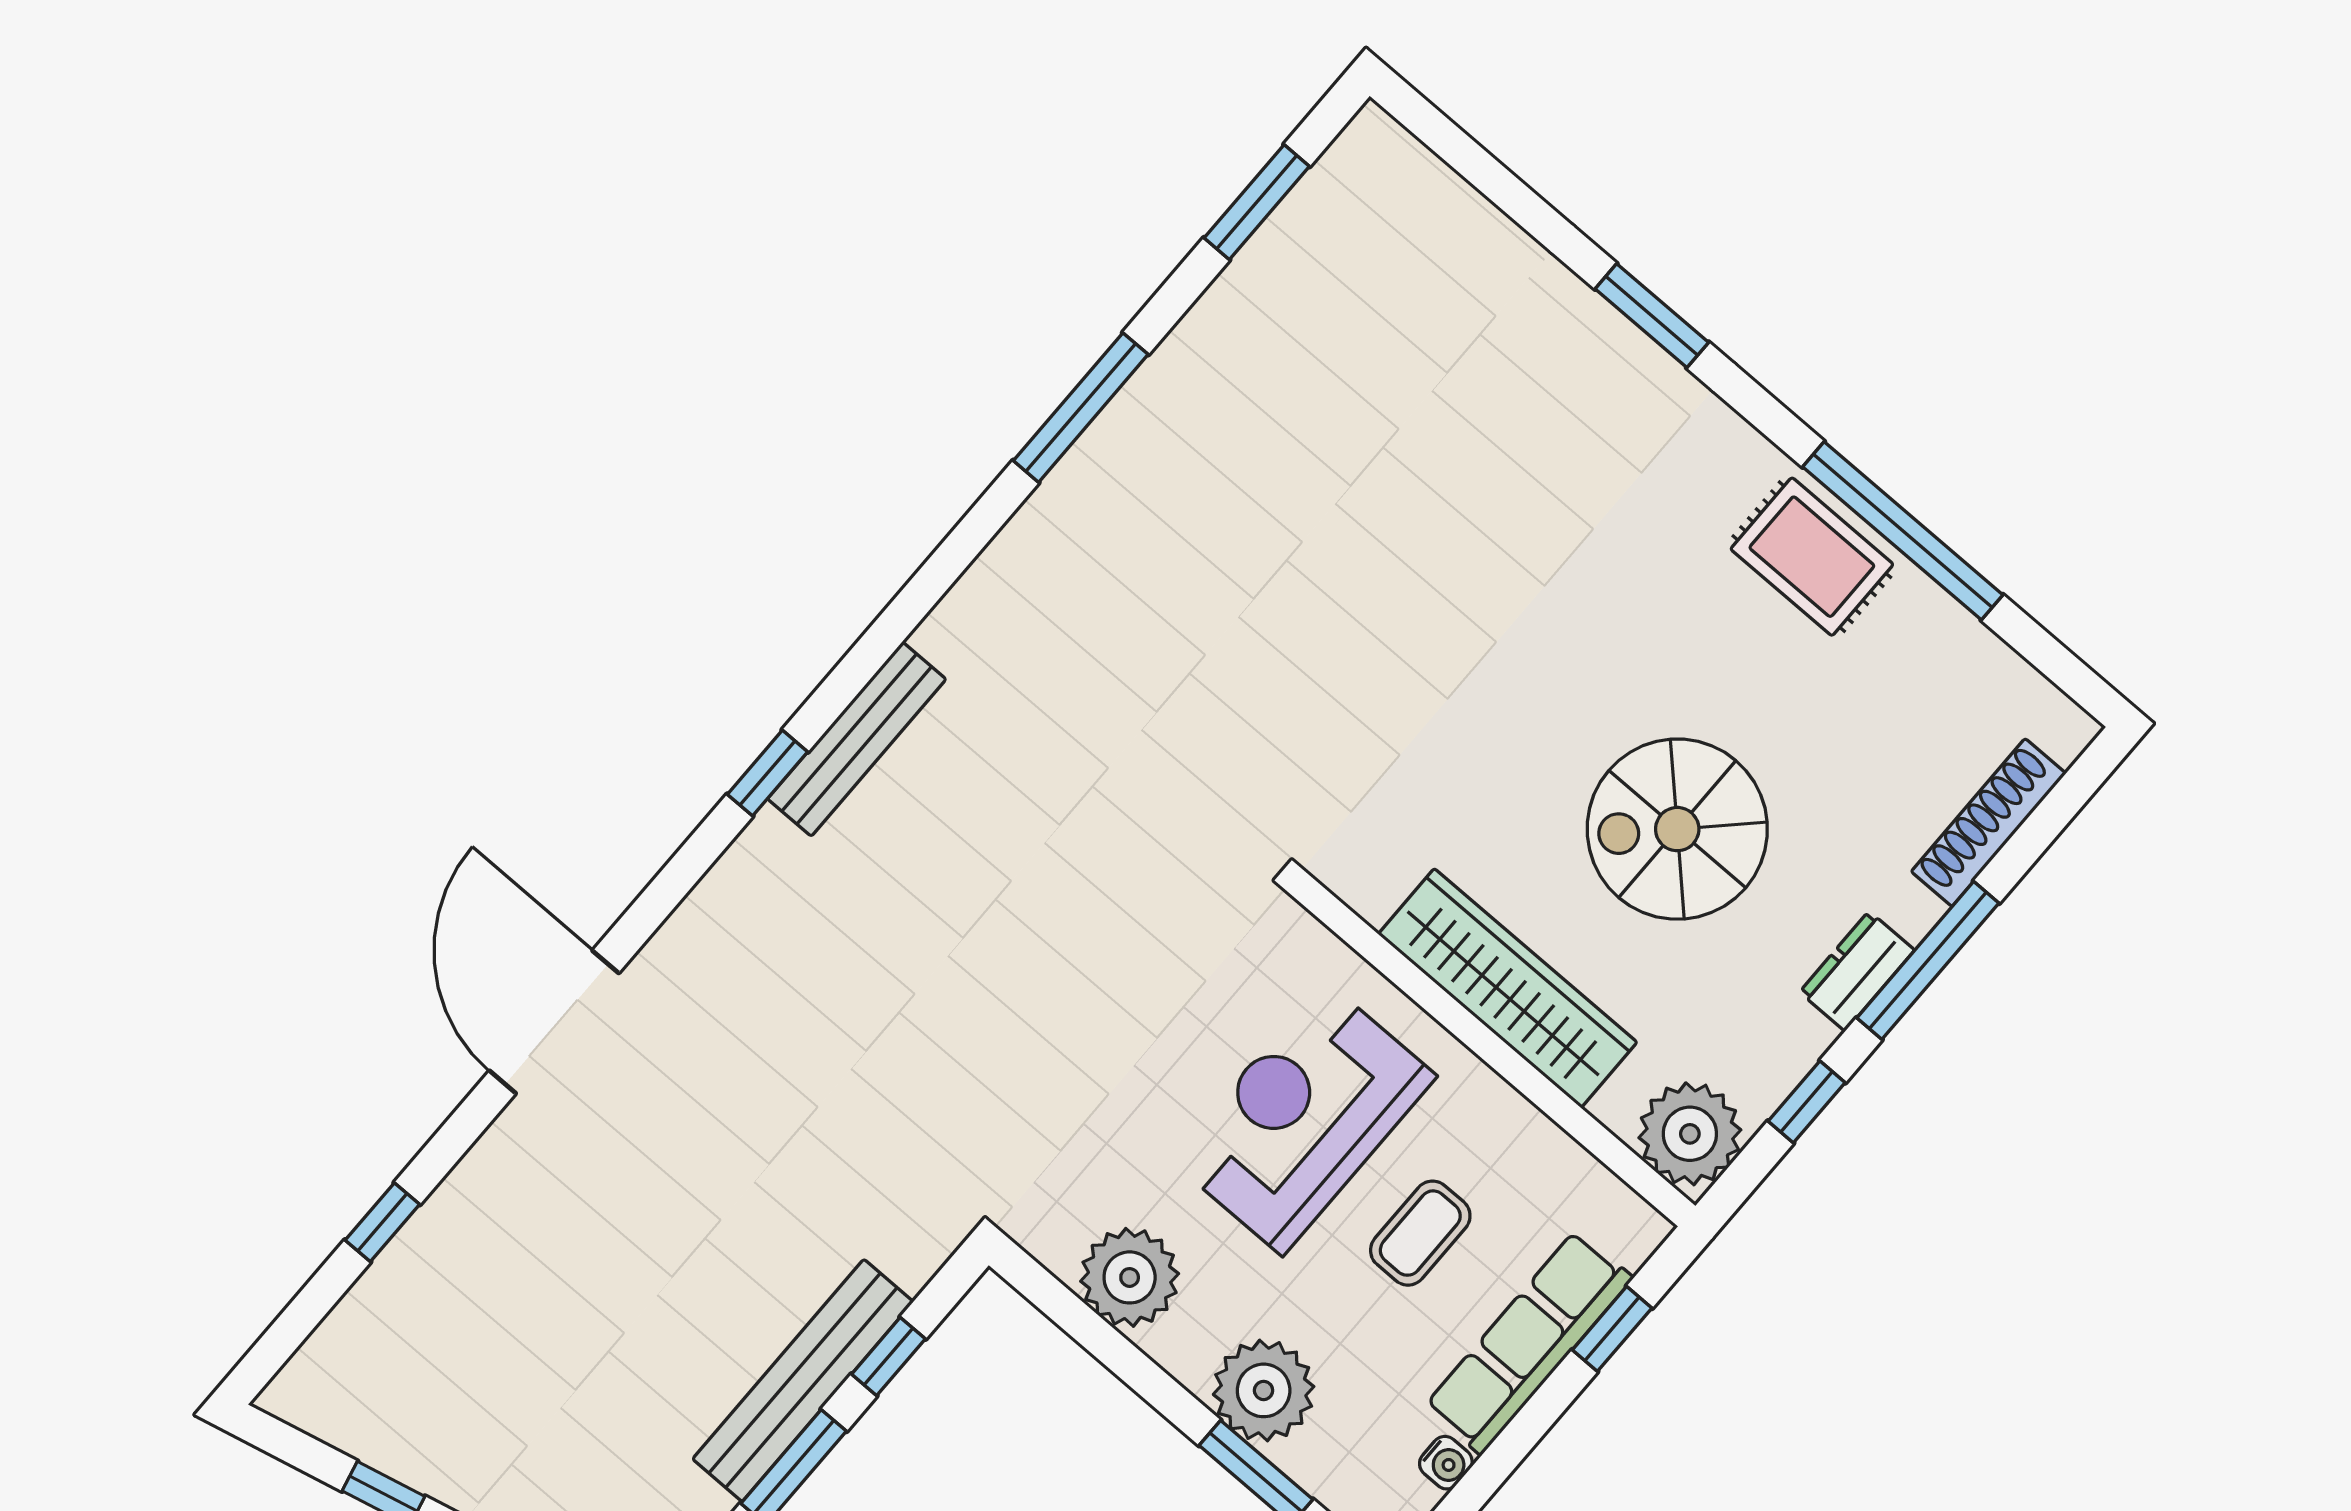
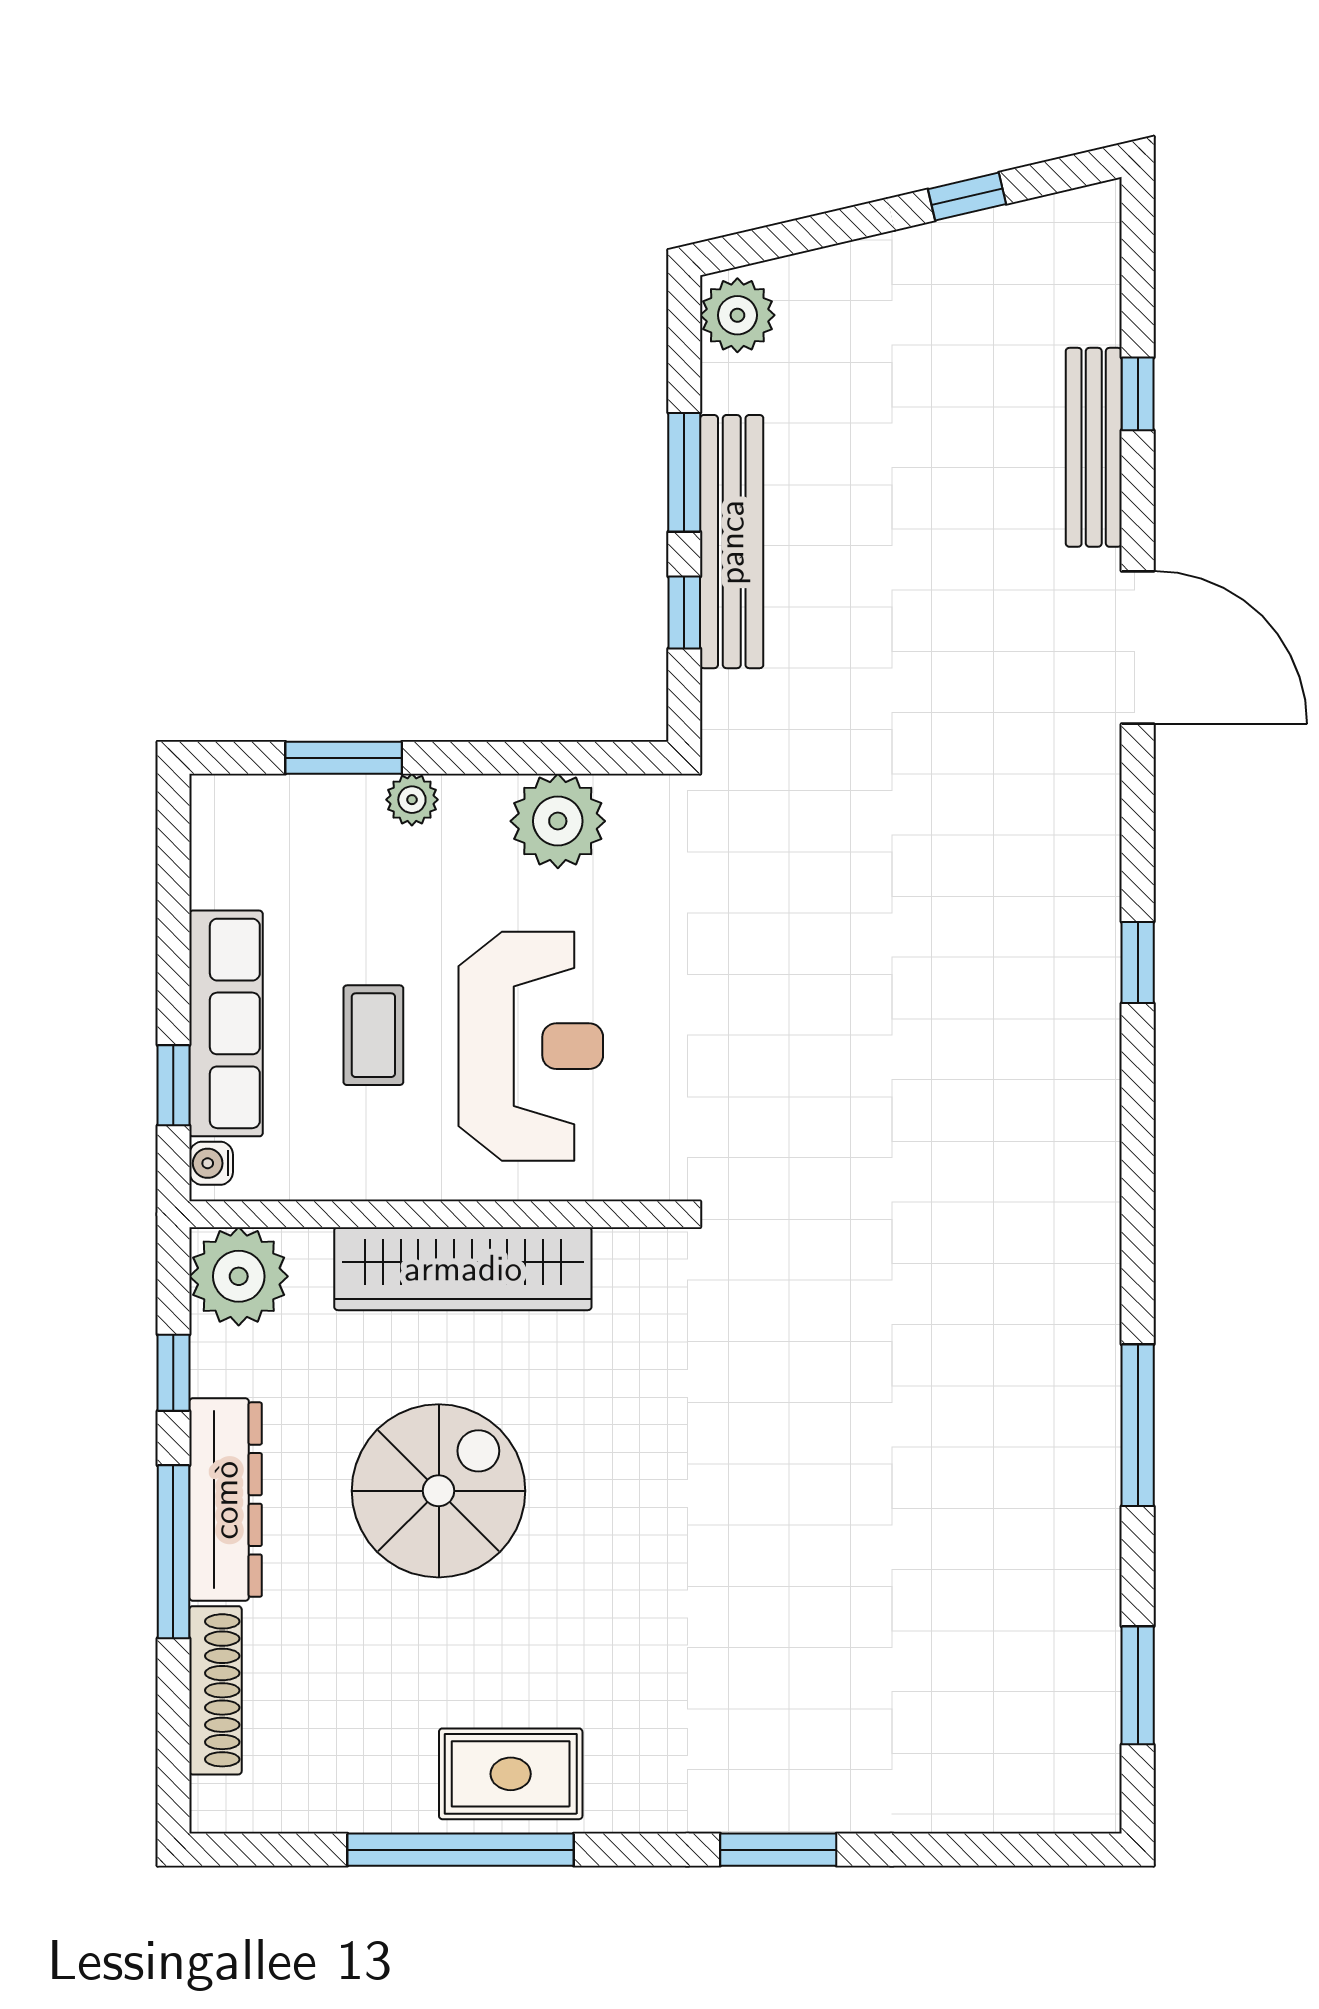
bench: (857, 739) -> (1094, 447), moved
dresser: (1857, 971) -> (226, 1500), width x1.96, depth x1.24
plant: (1264, 1390) -> (412, 800), width x0.53, depth x0.53
water cooler: (1446, 1463) -> (211, 1163), moved

